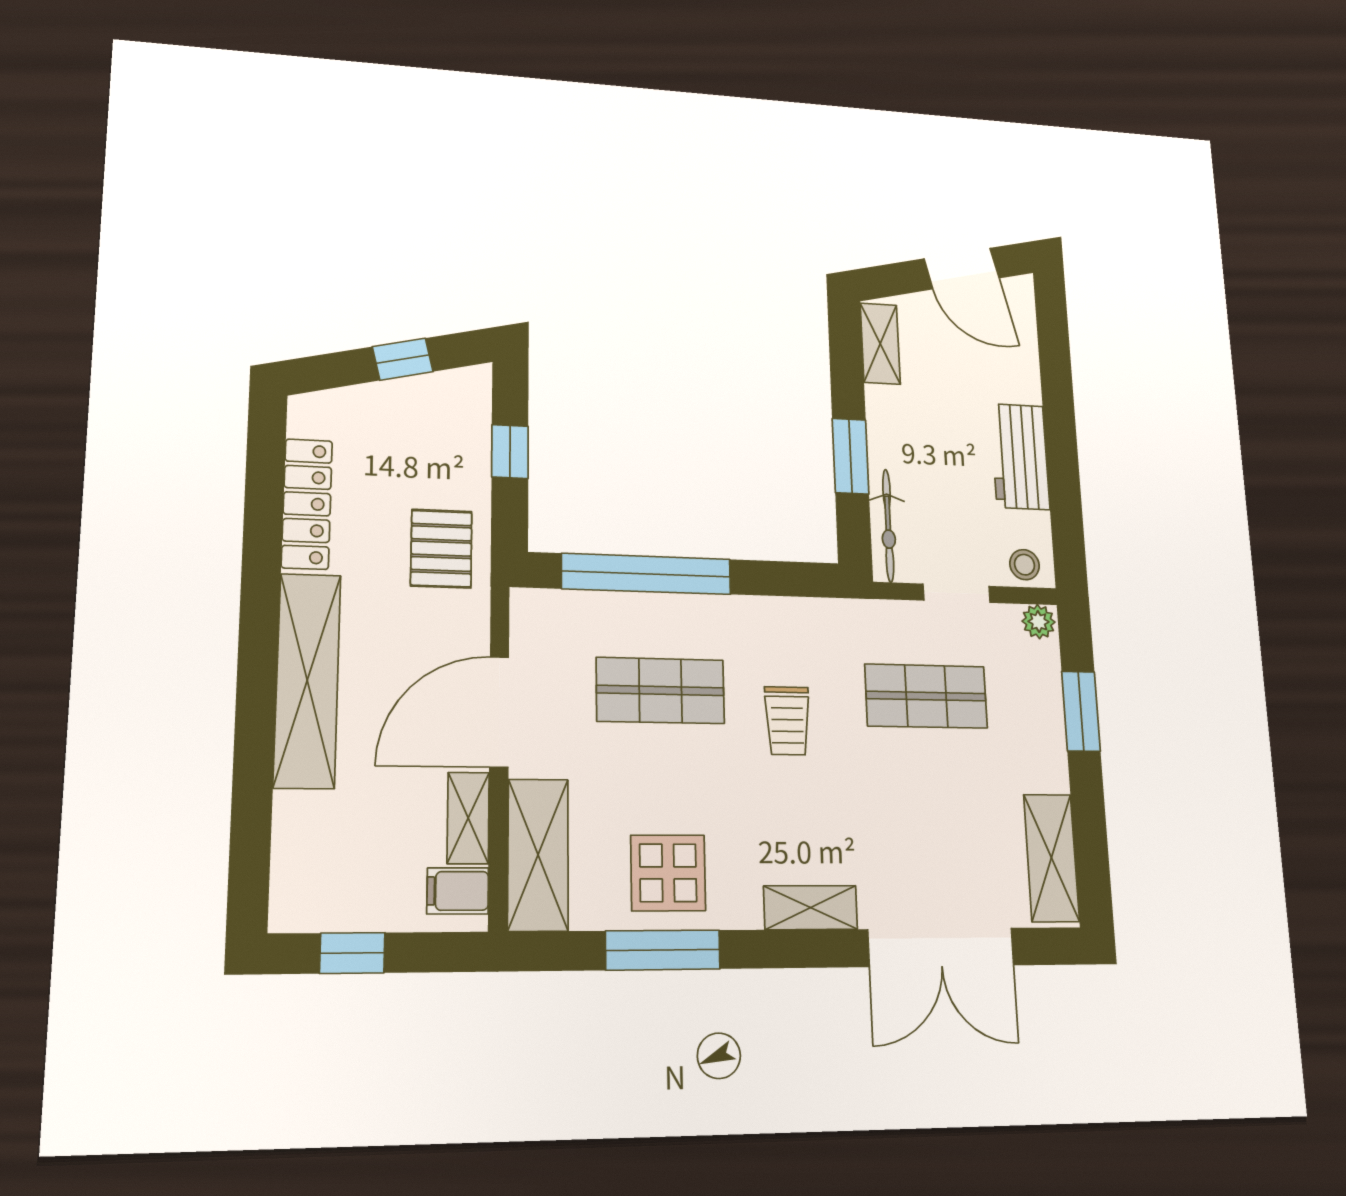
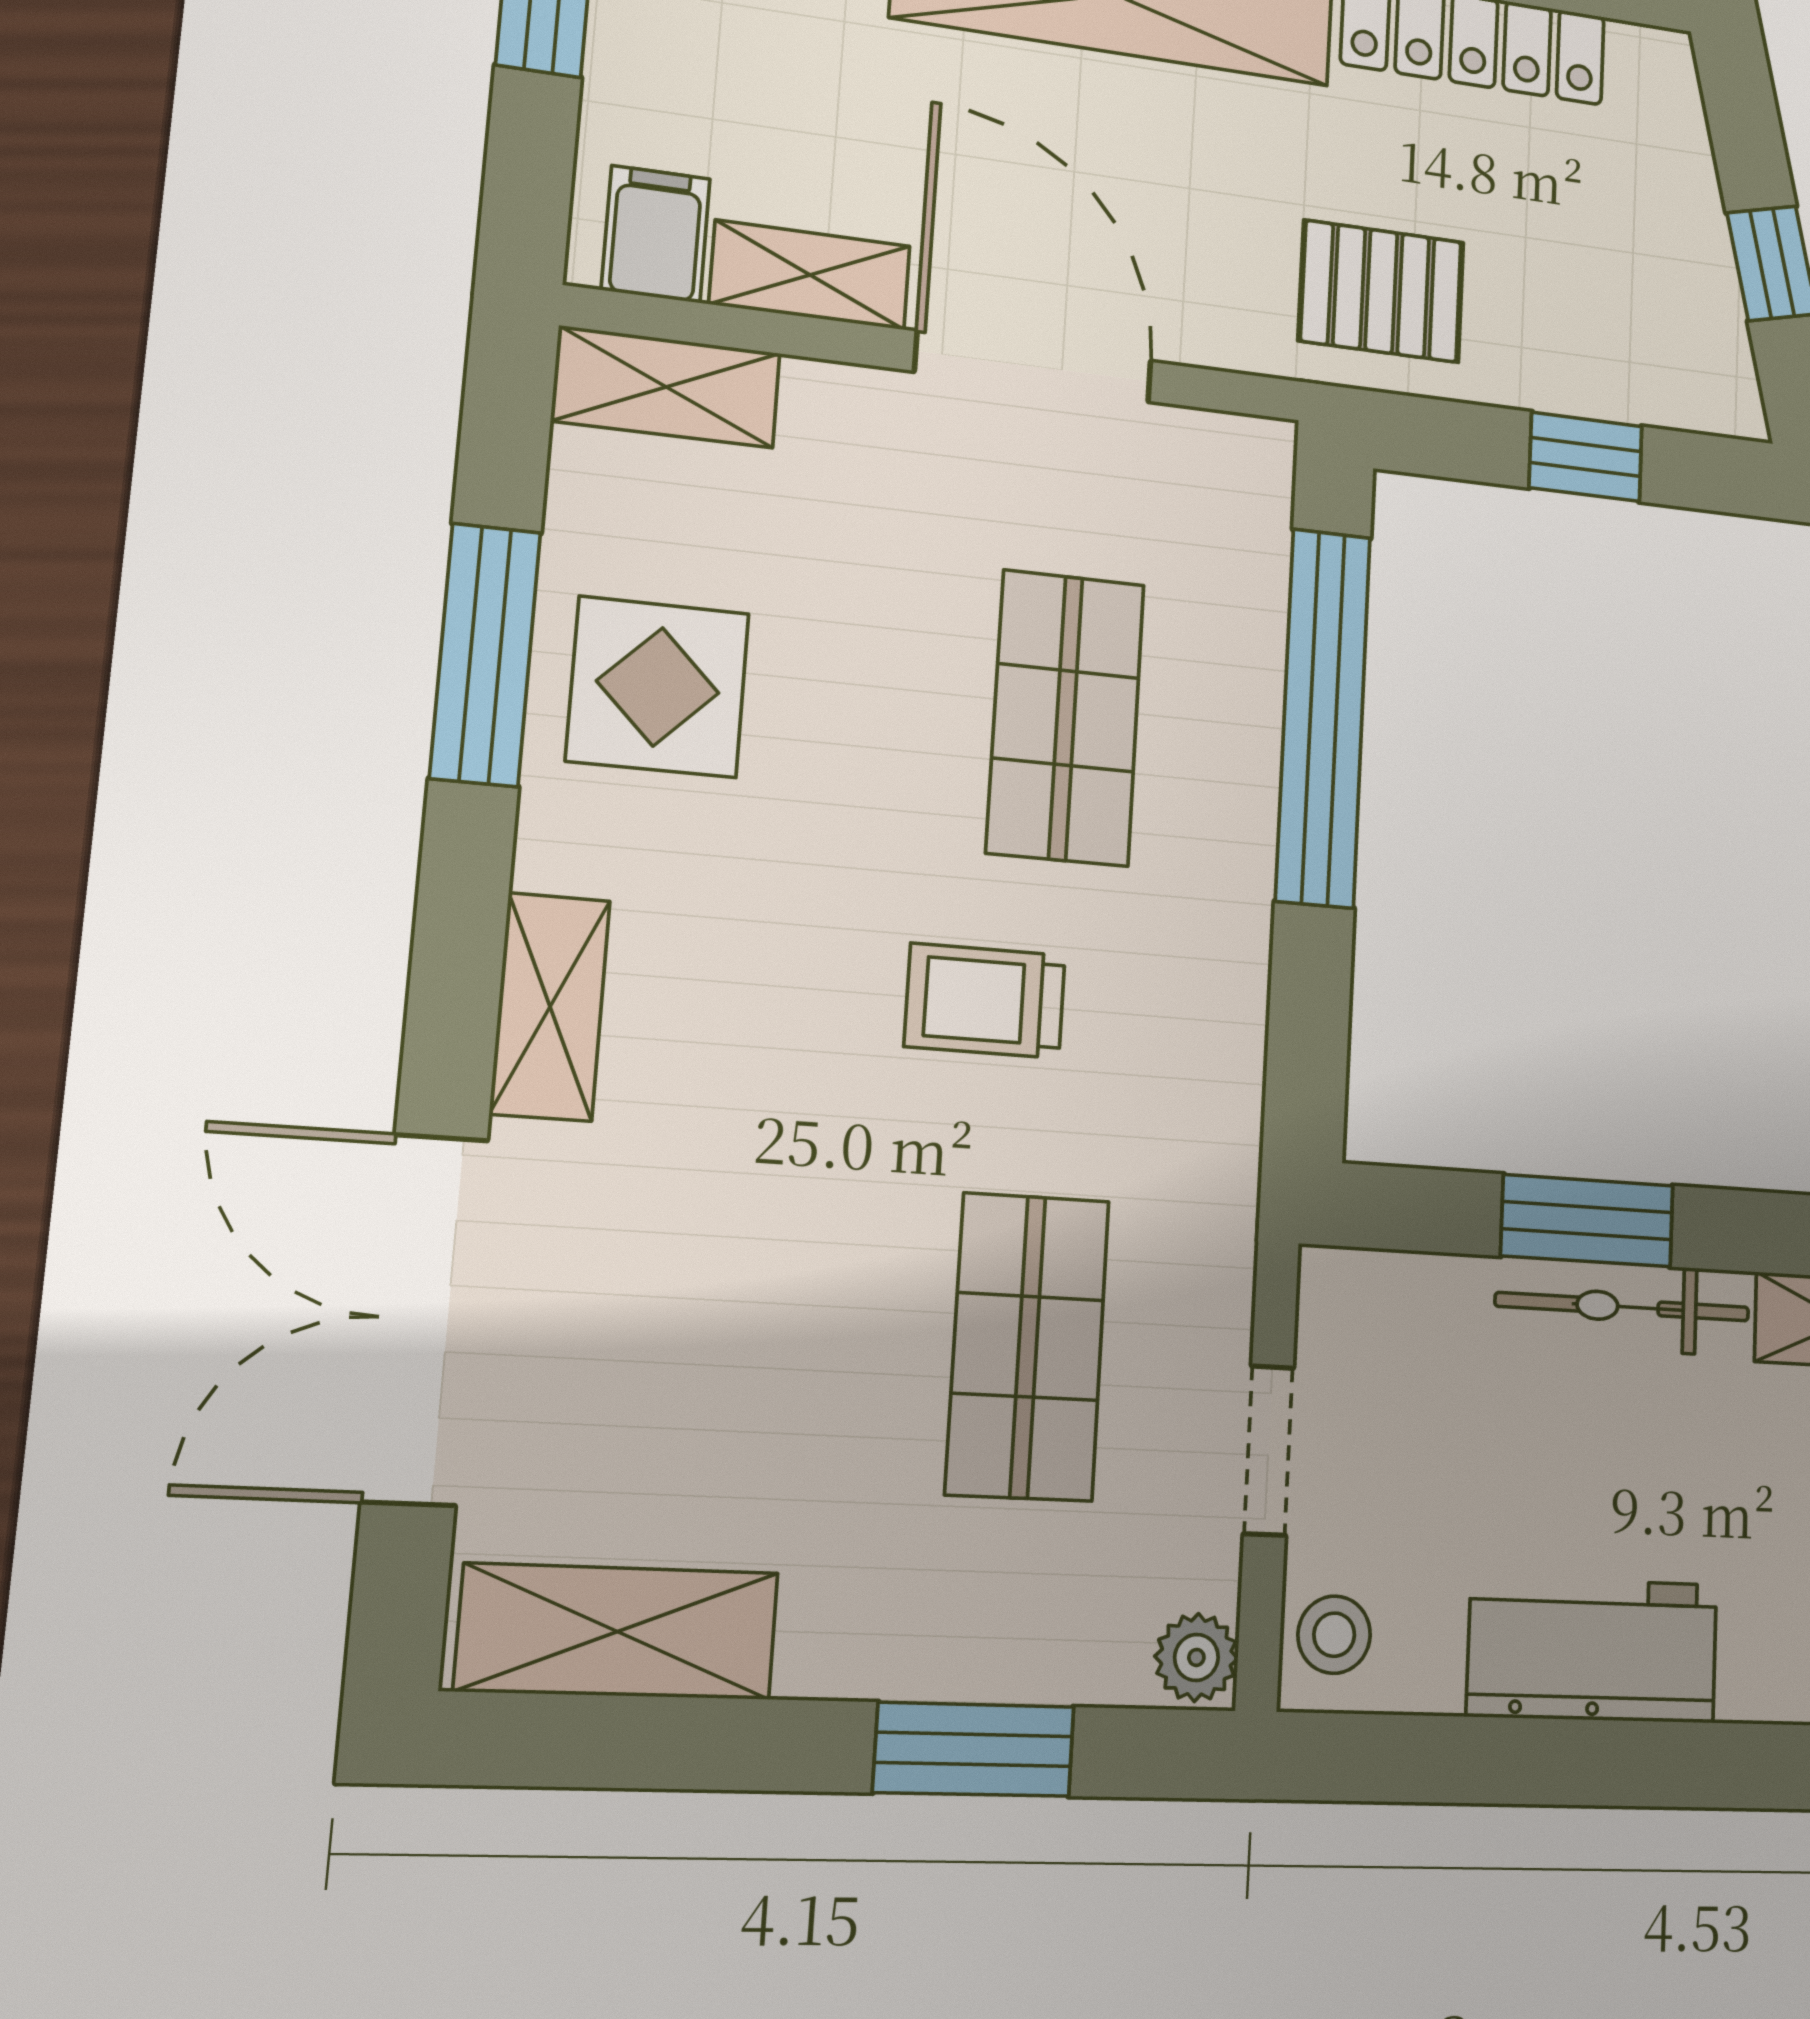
bicycle: (888, 526) -> (1623, 1307), moved
shelving: (538, 855) -> (666, 387), width x0.67, depth x0.75

